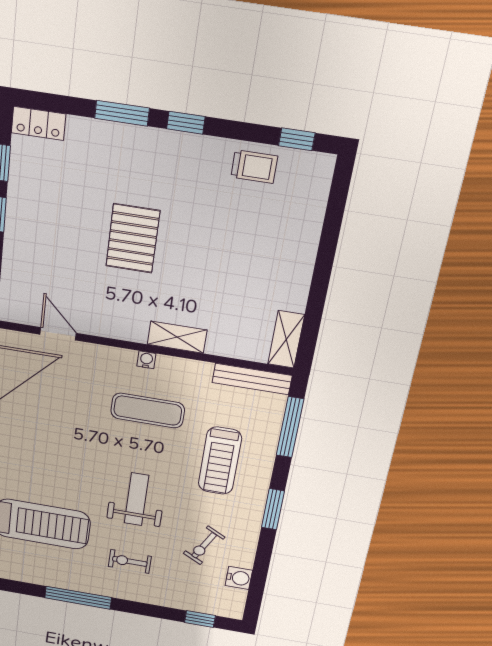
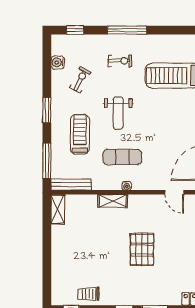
weight bench: (137, 499) -> (118, 113), moved
window: (78, 598) -> (127, 30), moved

